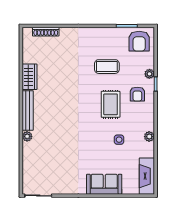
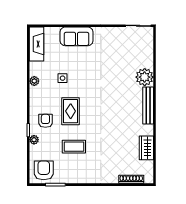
wardrobe: (30, 77) -> (146, 148), moved
plant: (27, 136) -> (145, 77), width x1.88, depth x1.88

